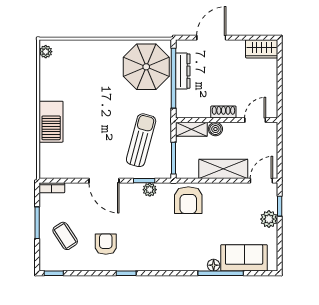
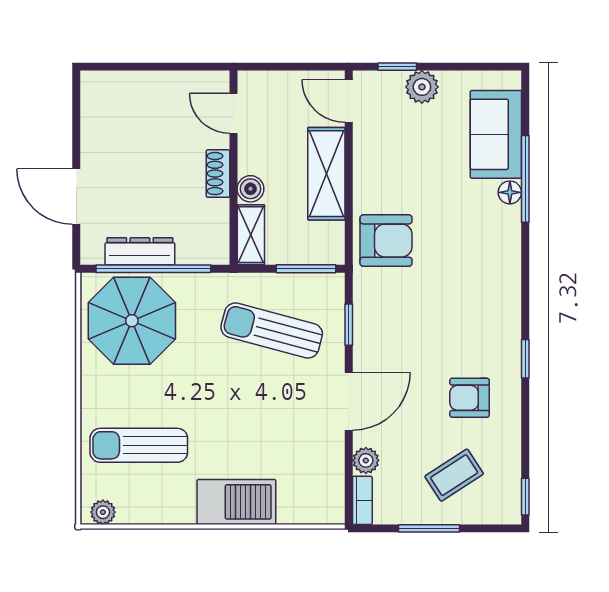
wardrobe: (262, 49) -> (98, 101), removed
sun lounger: (81, 70) -> (139, 445), added
plant: (150, 190) -> (366, 460), moved

